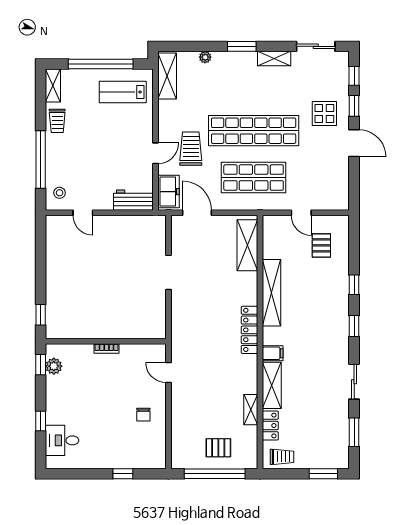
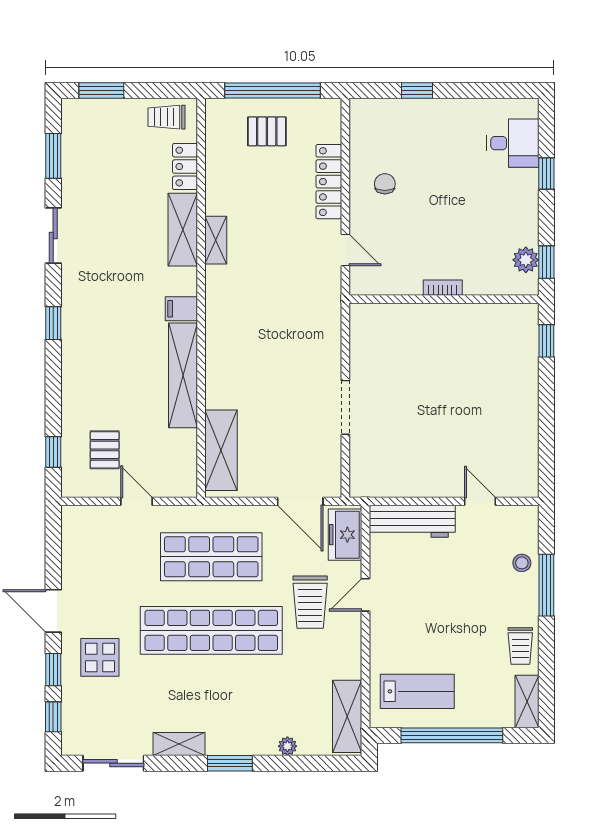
trolley: (57, 121) -> (520, 646), turned 180
window: (41, 159) -> (546, 585), width x0.68
stool: (60, 193) -> (522, 563), moved
workbench: (133, 200) -> (412, 521), width x1.37
window: (354, 285) -> (53, 452), moved
locker: (250, 330) -> (329, 182), moved, turned 180
filing cabinet: (273, 353) -> (181, 309), moved
shelving: (251, 410) -> (216, 240), moved

